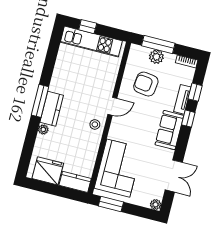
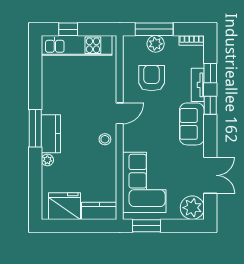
armchair: (146, 84) -> (152, 78), turned 83
plant: (156, 205) -> (192, 208), width x1.88, depth x1.88

